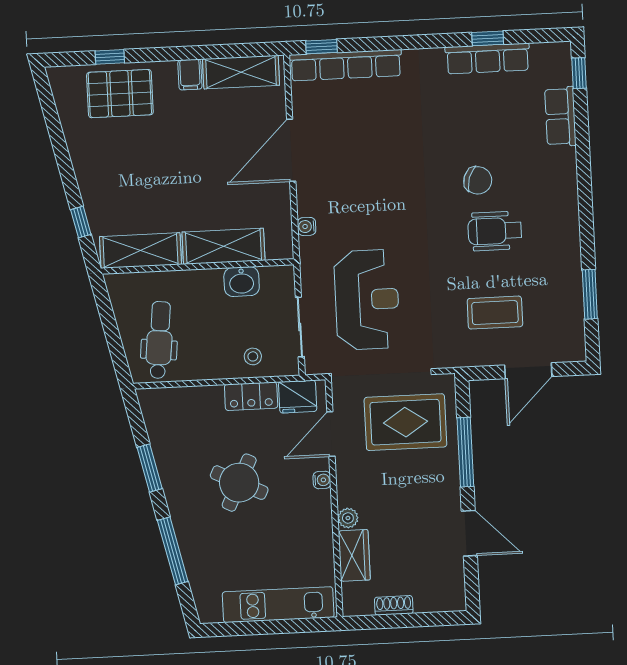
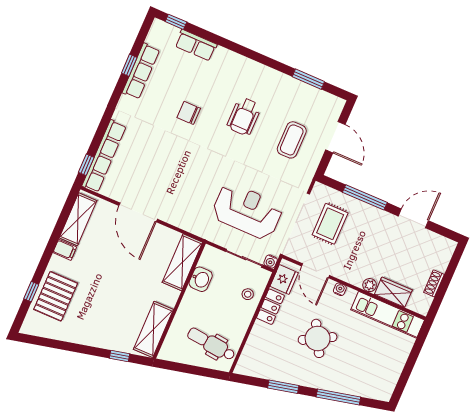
chair: (478, 180) -> (189, 113), moved, turned -108
water cooler: (307, 226) -> (271, 261), moved
shelving: (223, 246) -> (182, 262), moved
rug: (405, 422) -> (330, 224), width x0.73, depth x0.70
round table: (239, 483) -> (318, 338), turned 35
kitchen unit: (278, 605) -> (388, 315), moved, turned -90

